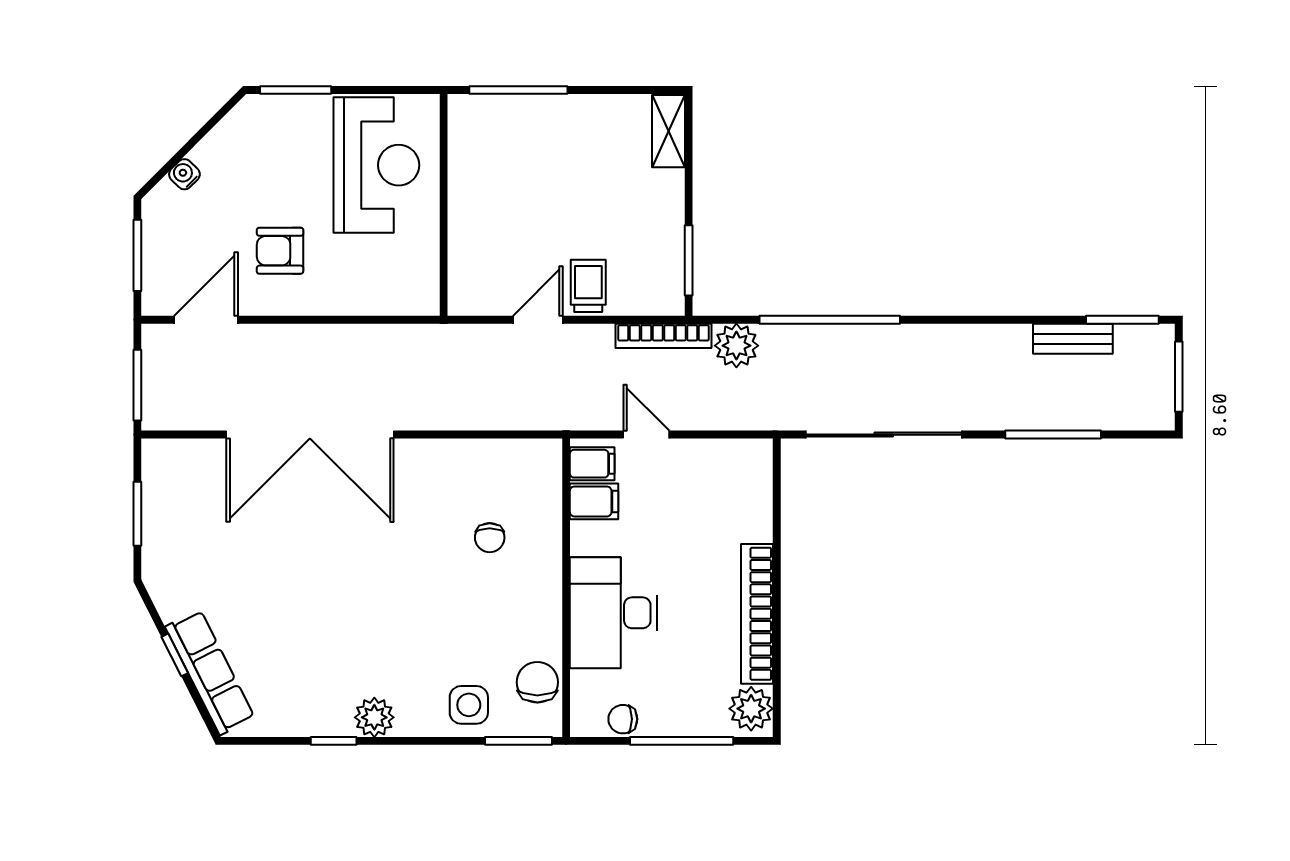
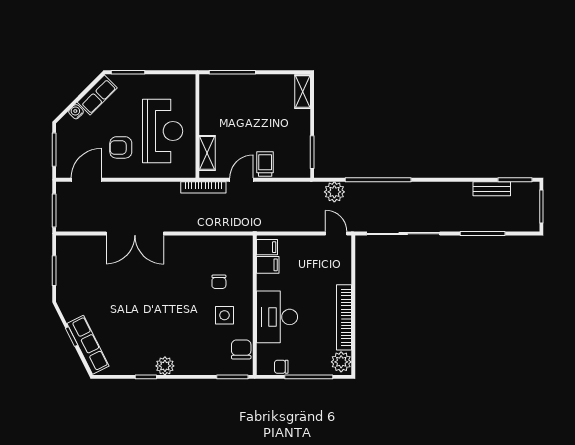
row of seats: (230, 138) -> (97, 95), added
reception desk: (376, 165) -> (163, 131), moved
shelving: (464, 262) -> (207, 153), added
bookcase: (663, 336) -> (203, 187), moved
double door: (310, 435) -> (135, 234), width x0.73
door: (646, 435) -> (336, 234), moved
side table: (469, 705) -> (224, 315), moved

